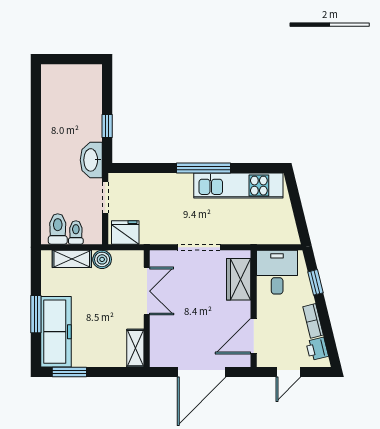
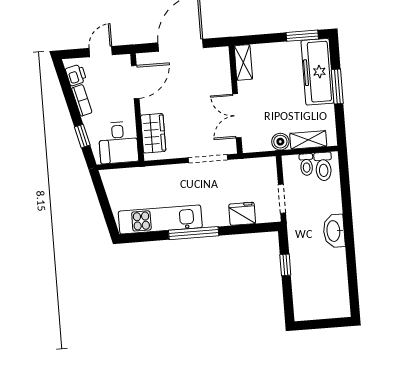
washbasin: (91, 160) -> (334, 231), moved, turned 180
fridge: (125, 233) -> (242, 214), moved, turned 180
doorway: (199, 247) -> (208, 159), moved

